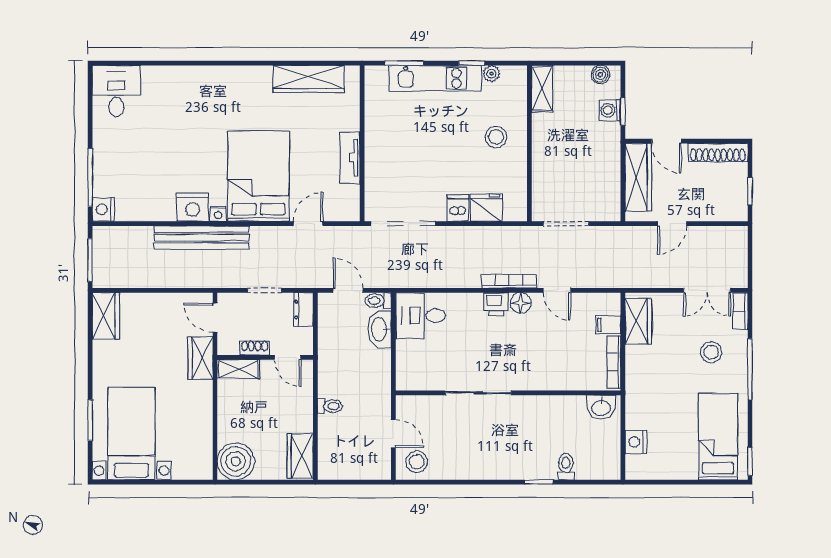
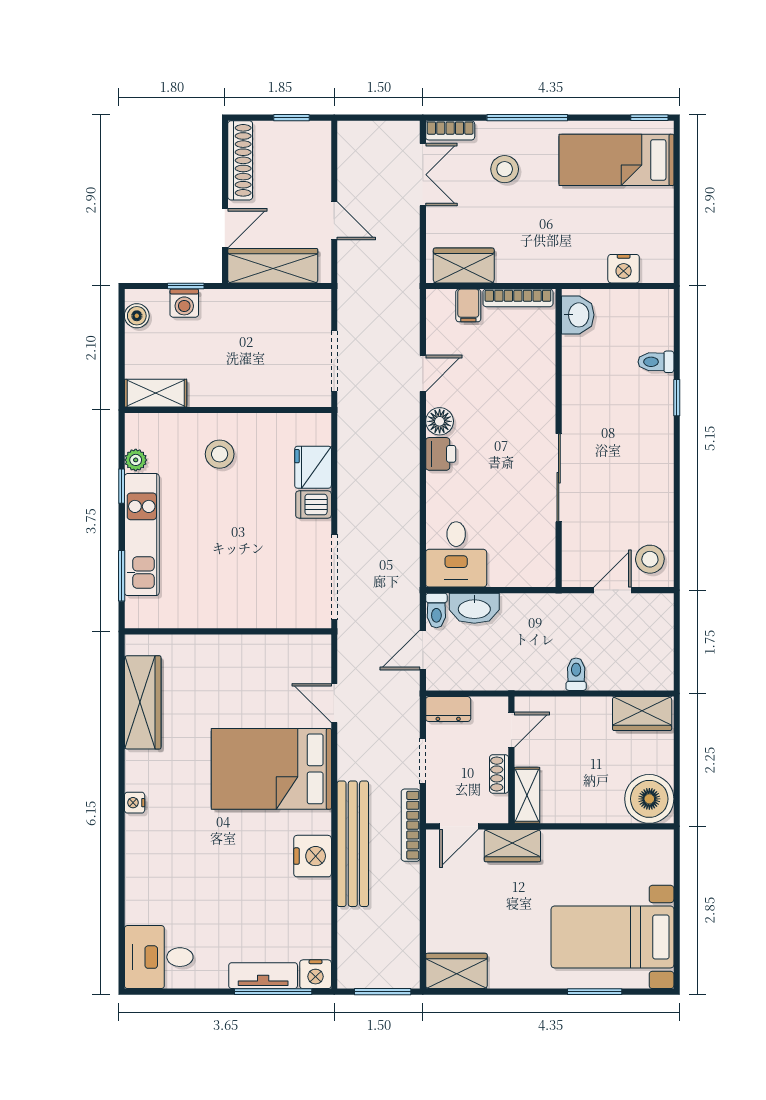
tv unit: (350, 158) -> (263, 976), moved, turned 180
nightstand: (218, 214) -> (135, 803), moved, turned 180
bookcase: (509, 281) -> (411, 825), moved

